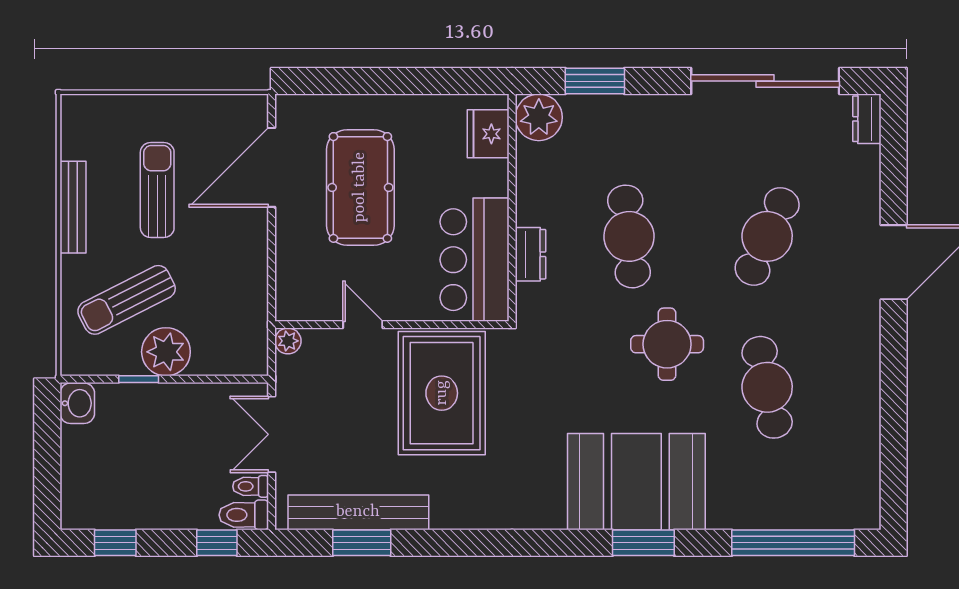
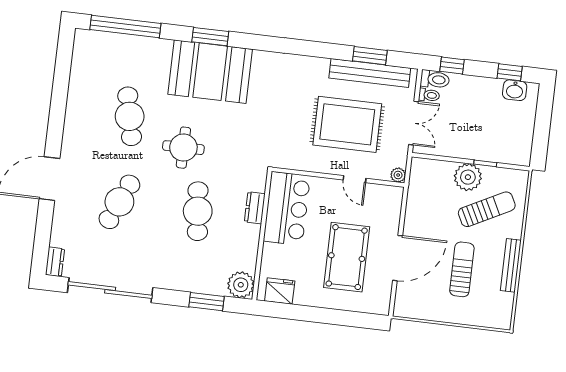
fridge: (488, 134) -> (280, 291), moved, turned -90
door: (272, 167) -> (398, 258), moved
sun lounger: (157, 190) -> (462, 269), turned 180
rug: (442, 393) -> (347, 124), moved, turned 90
washbasin: (77, 403) -> (515, 90), moved, turned -90

